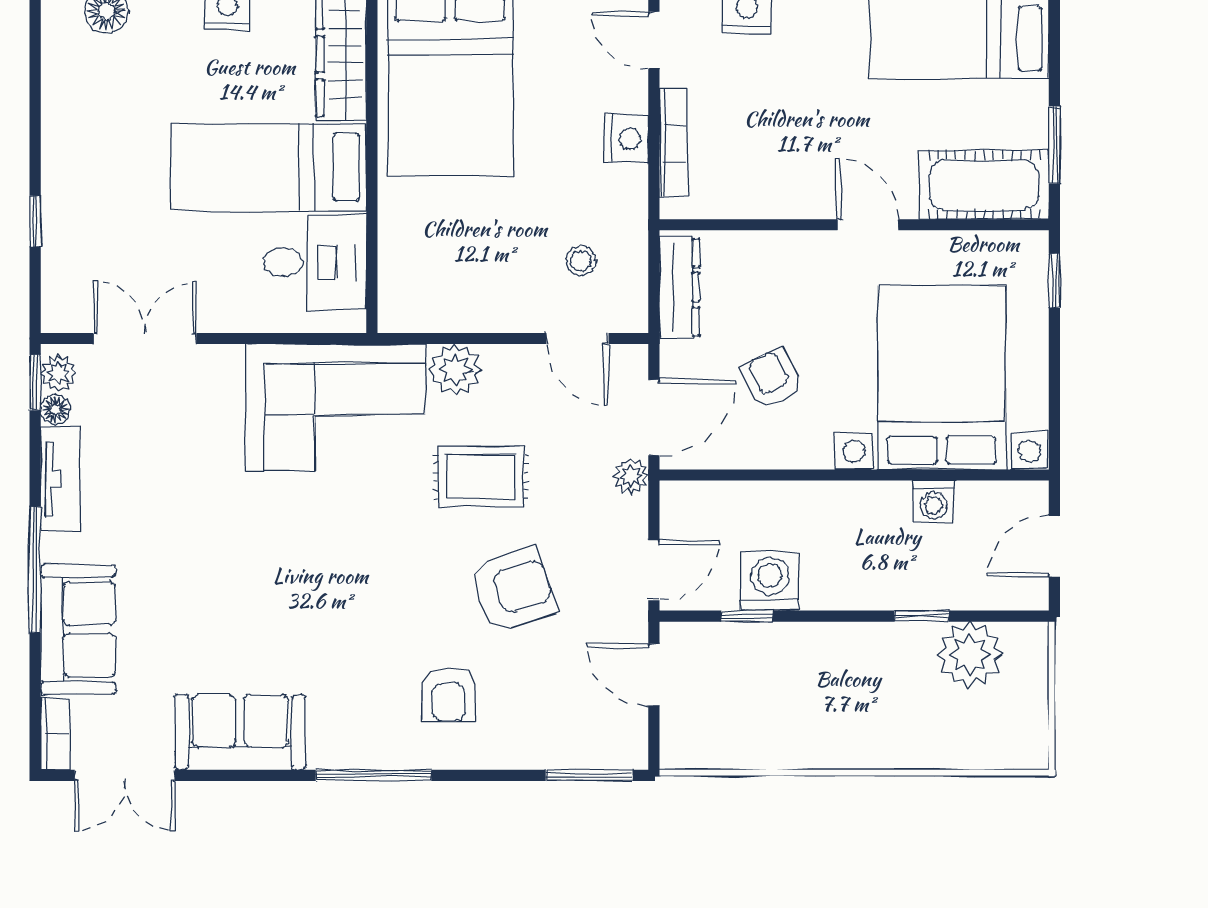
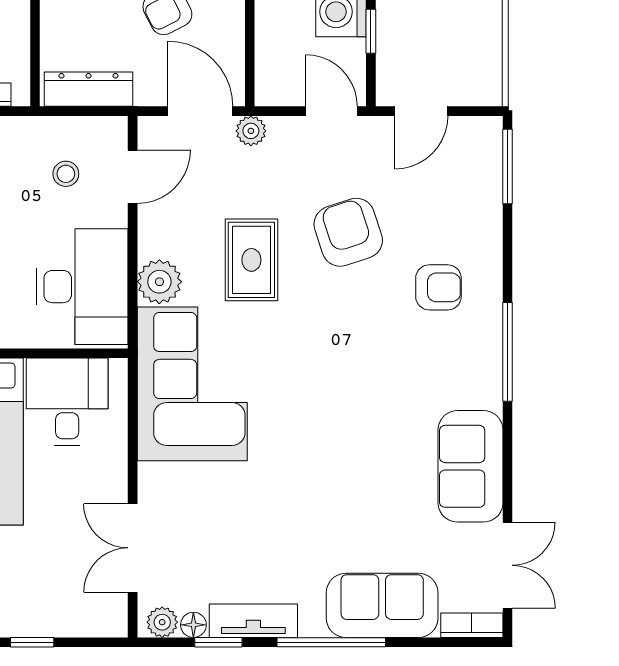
desk: (450, 280) -> (82, 287), added
window: (35, 383) -> (218, 642), moved

